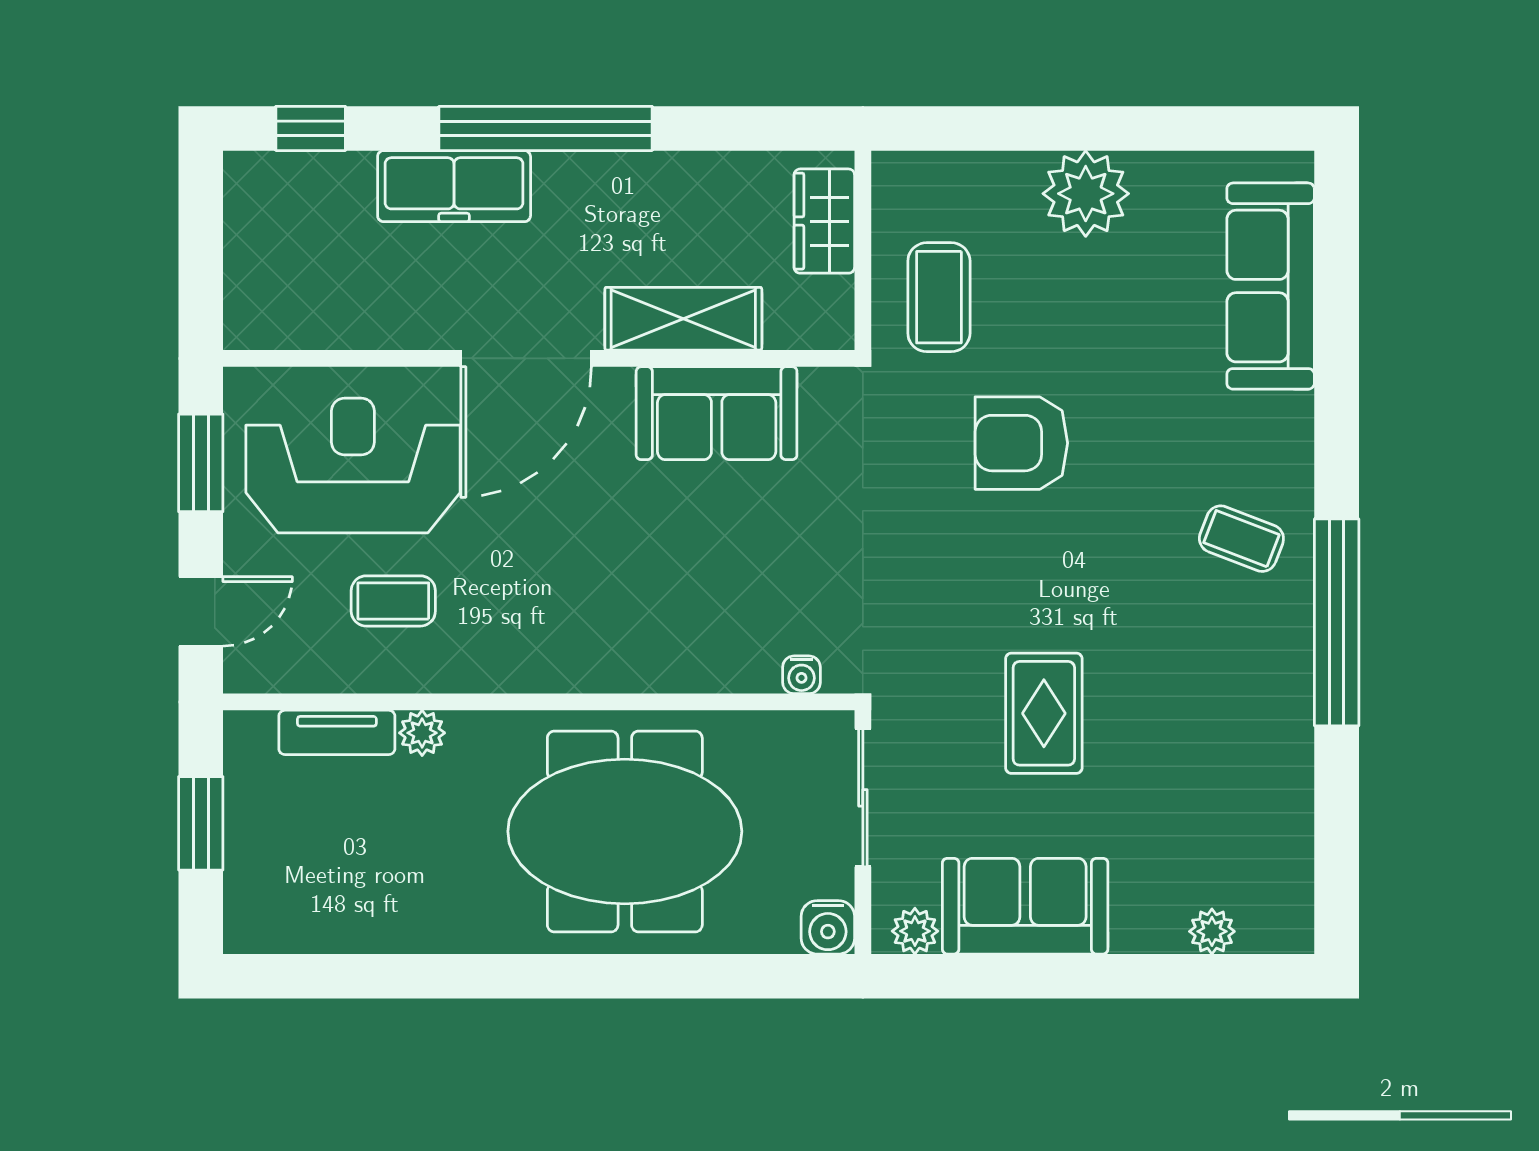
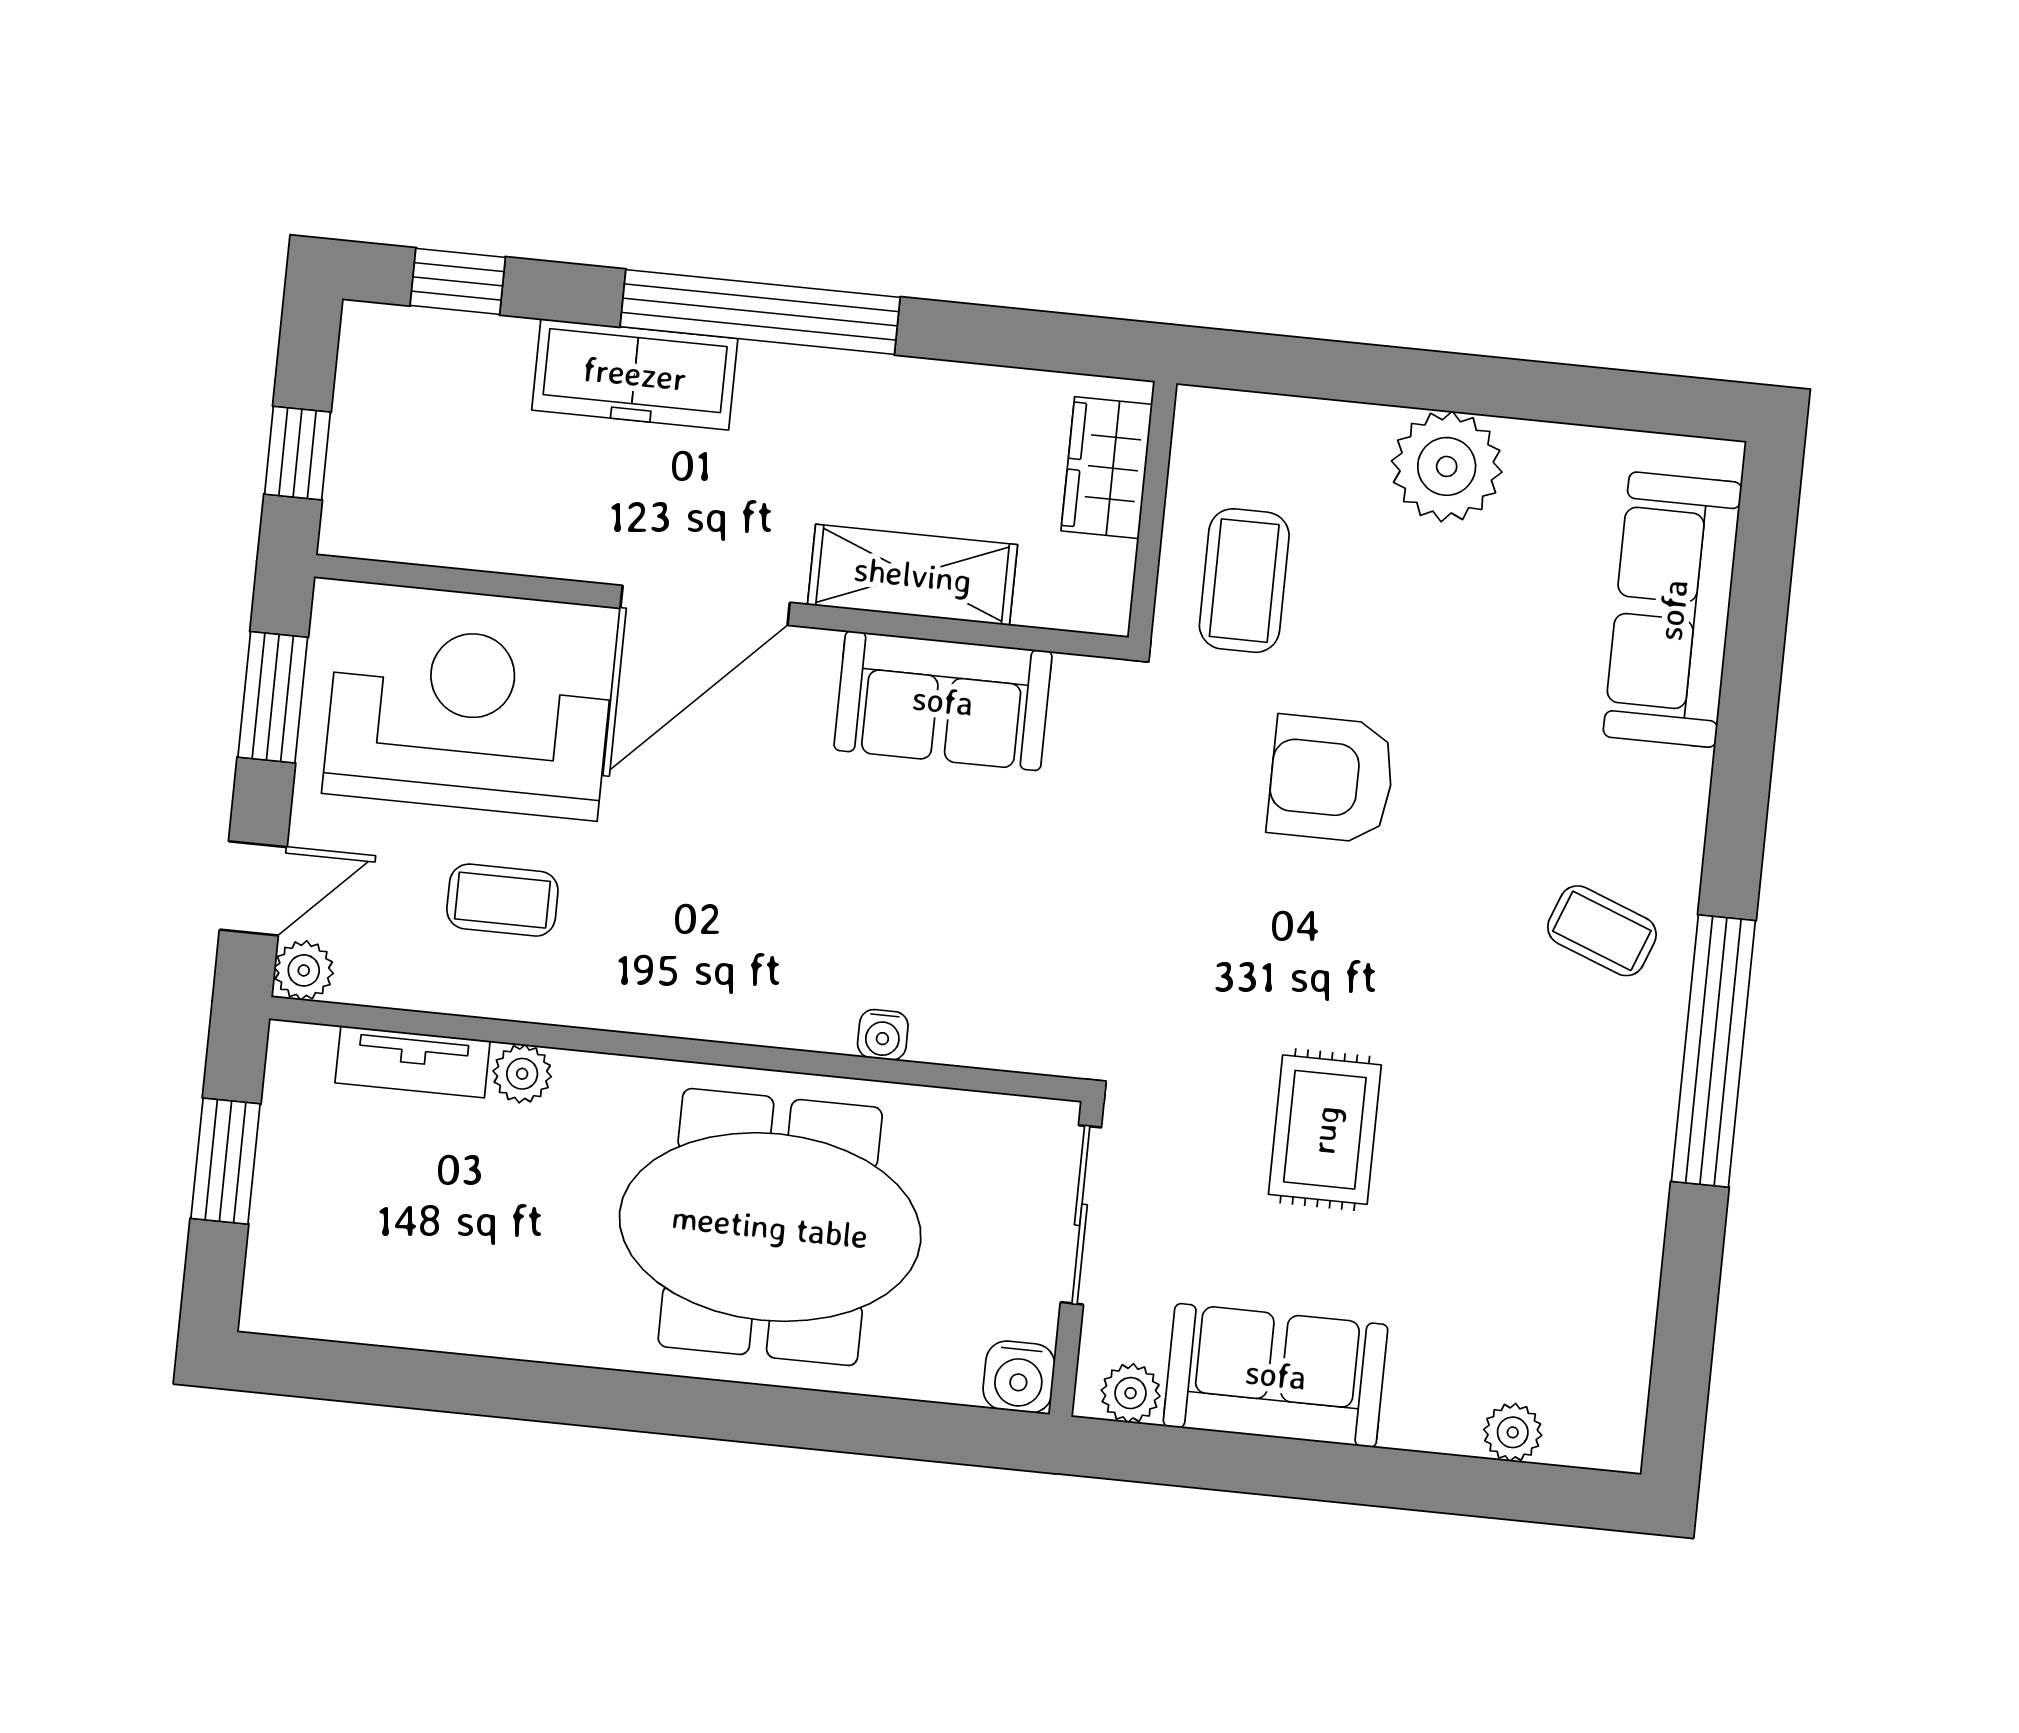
window: (201, 273) -> (298, 453), added
plant: (246, 671) -> (304, 970), added
water cooler: (801, 675) -> (883, 1035), moved

